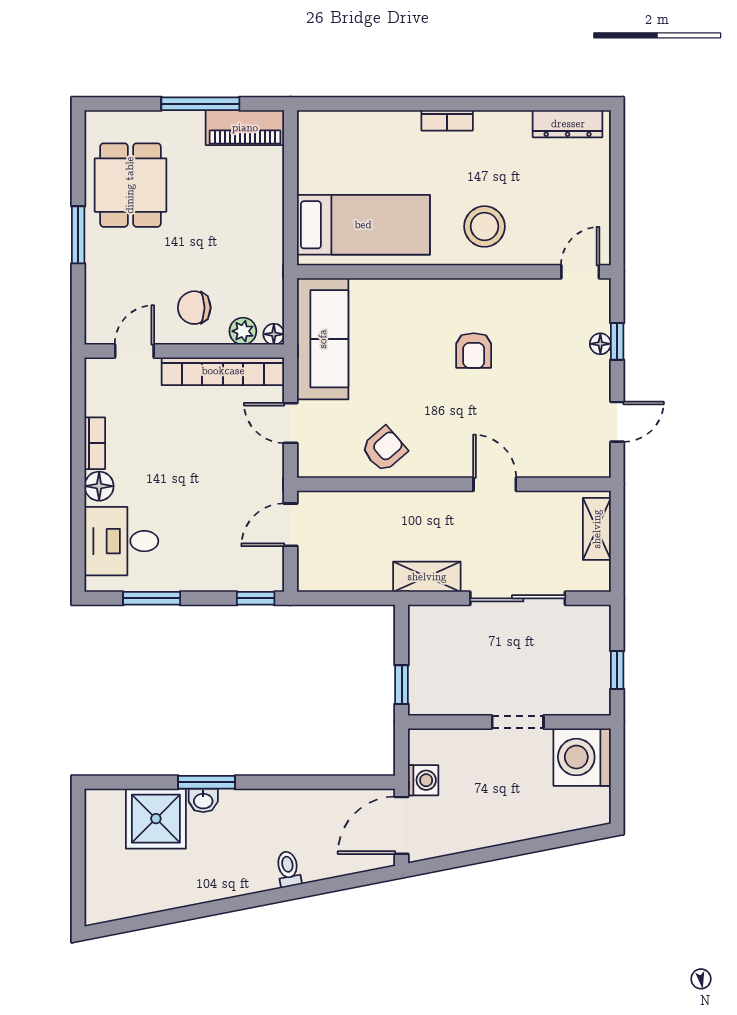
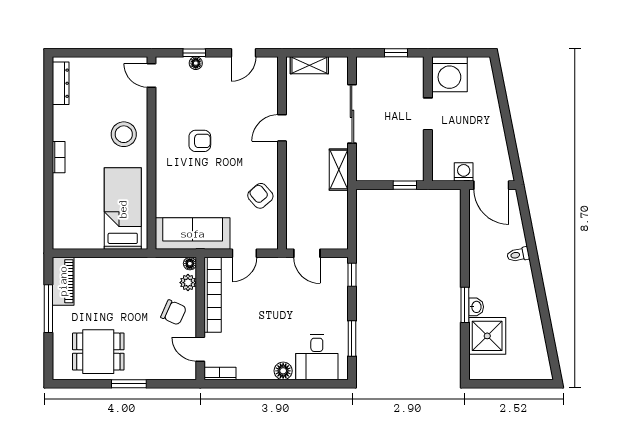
chair: (194, 308) -> (174, 312), turned -66
door: (617, 422) -> (244, 53), swing flipped
bookcase: (95, 443) -> (220, 373), moved

